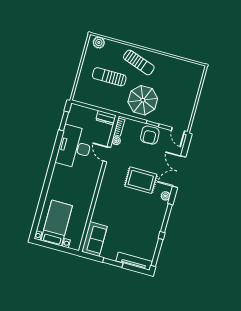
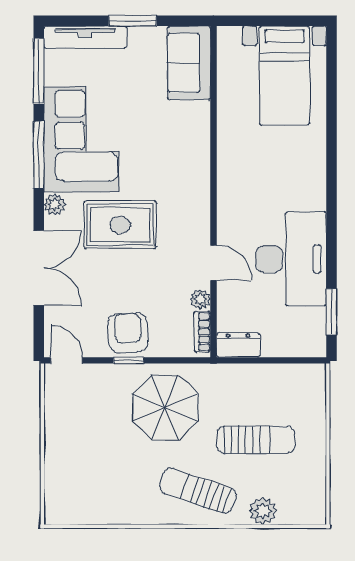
plant: (99, 43) -> (263, 511), moved
corner sofa: (147, 220) -> (82, 139), added

